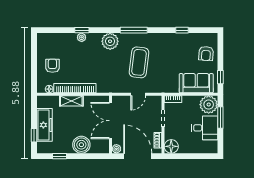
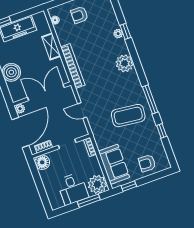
window: (134, 30) -> (150, 99), moved
coffee table: (139, 62) -> (128, 116), moved
armchair: (52, 66) -> (79, 15), turned 180
bookcase: (75, 88) -> (73, 66), moved

